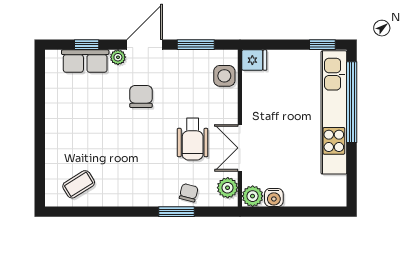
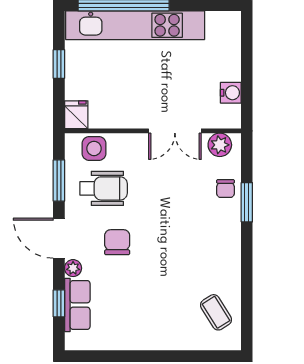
window: (322, 45) -> (59, 64), moved
chair: (141, 96) -> (117, 242), turned 90
wheelchair: (193, 139) -> (104, 188), moved
chair: (189, 193) -> (225, 189), turned -104
plant: (253, 196) -> (229, 117), removed

